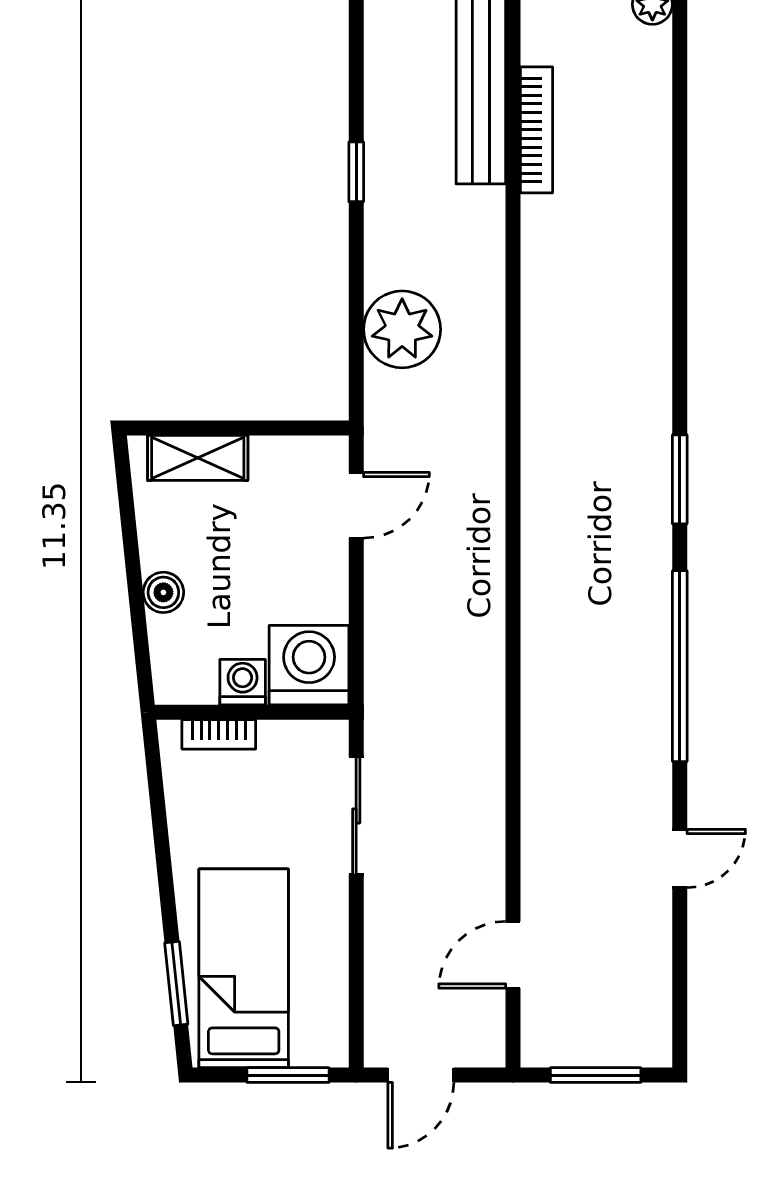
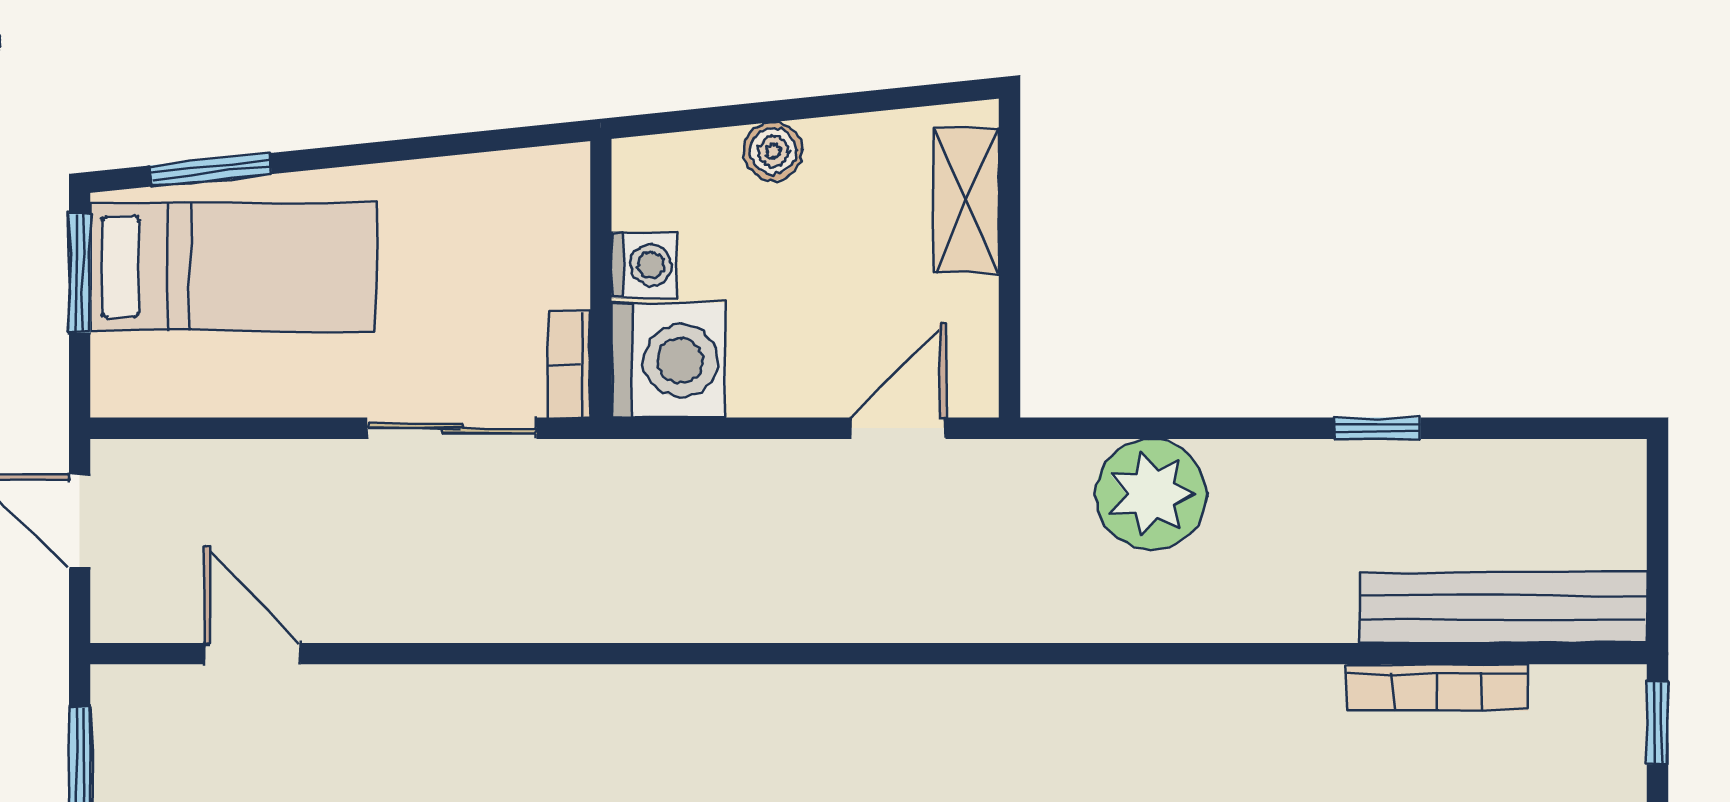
door: (356, 505) -> (898, 428), swing flipped
bookcase: (219, 734) -> (569, 365), moved
window: (288, 1075) -> (80, 273), moved

